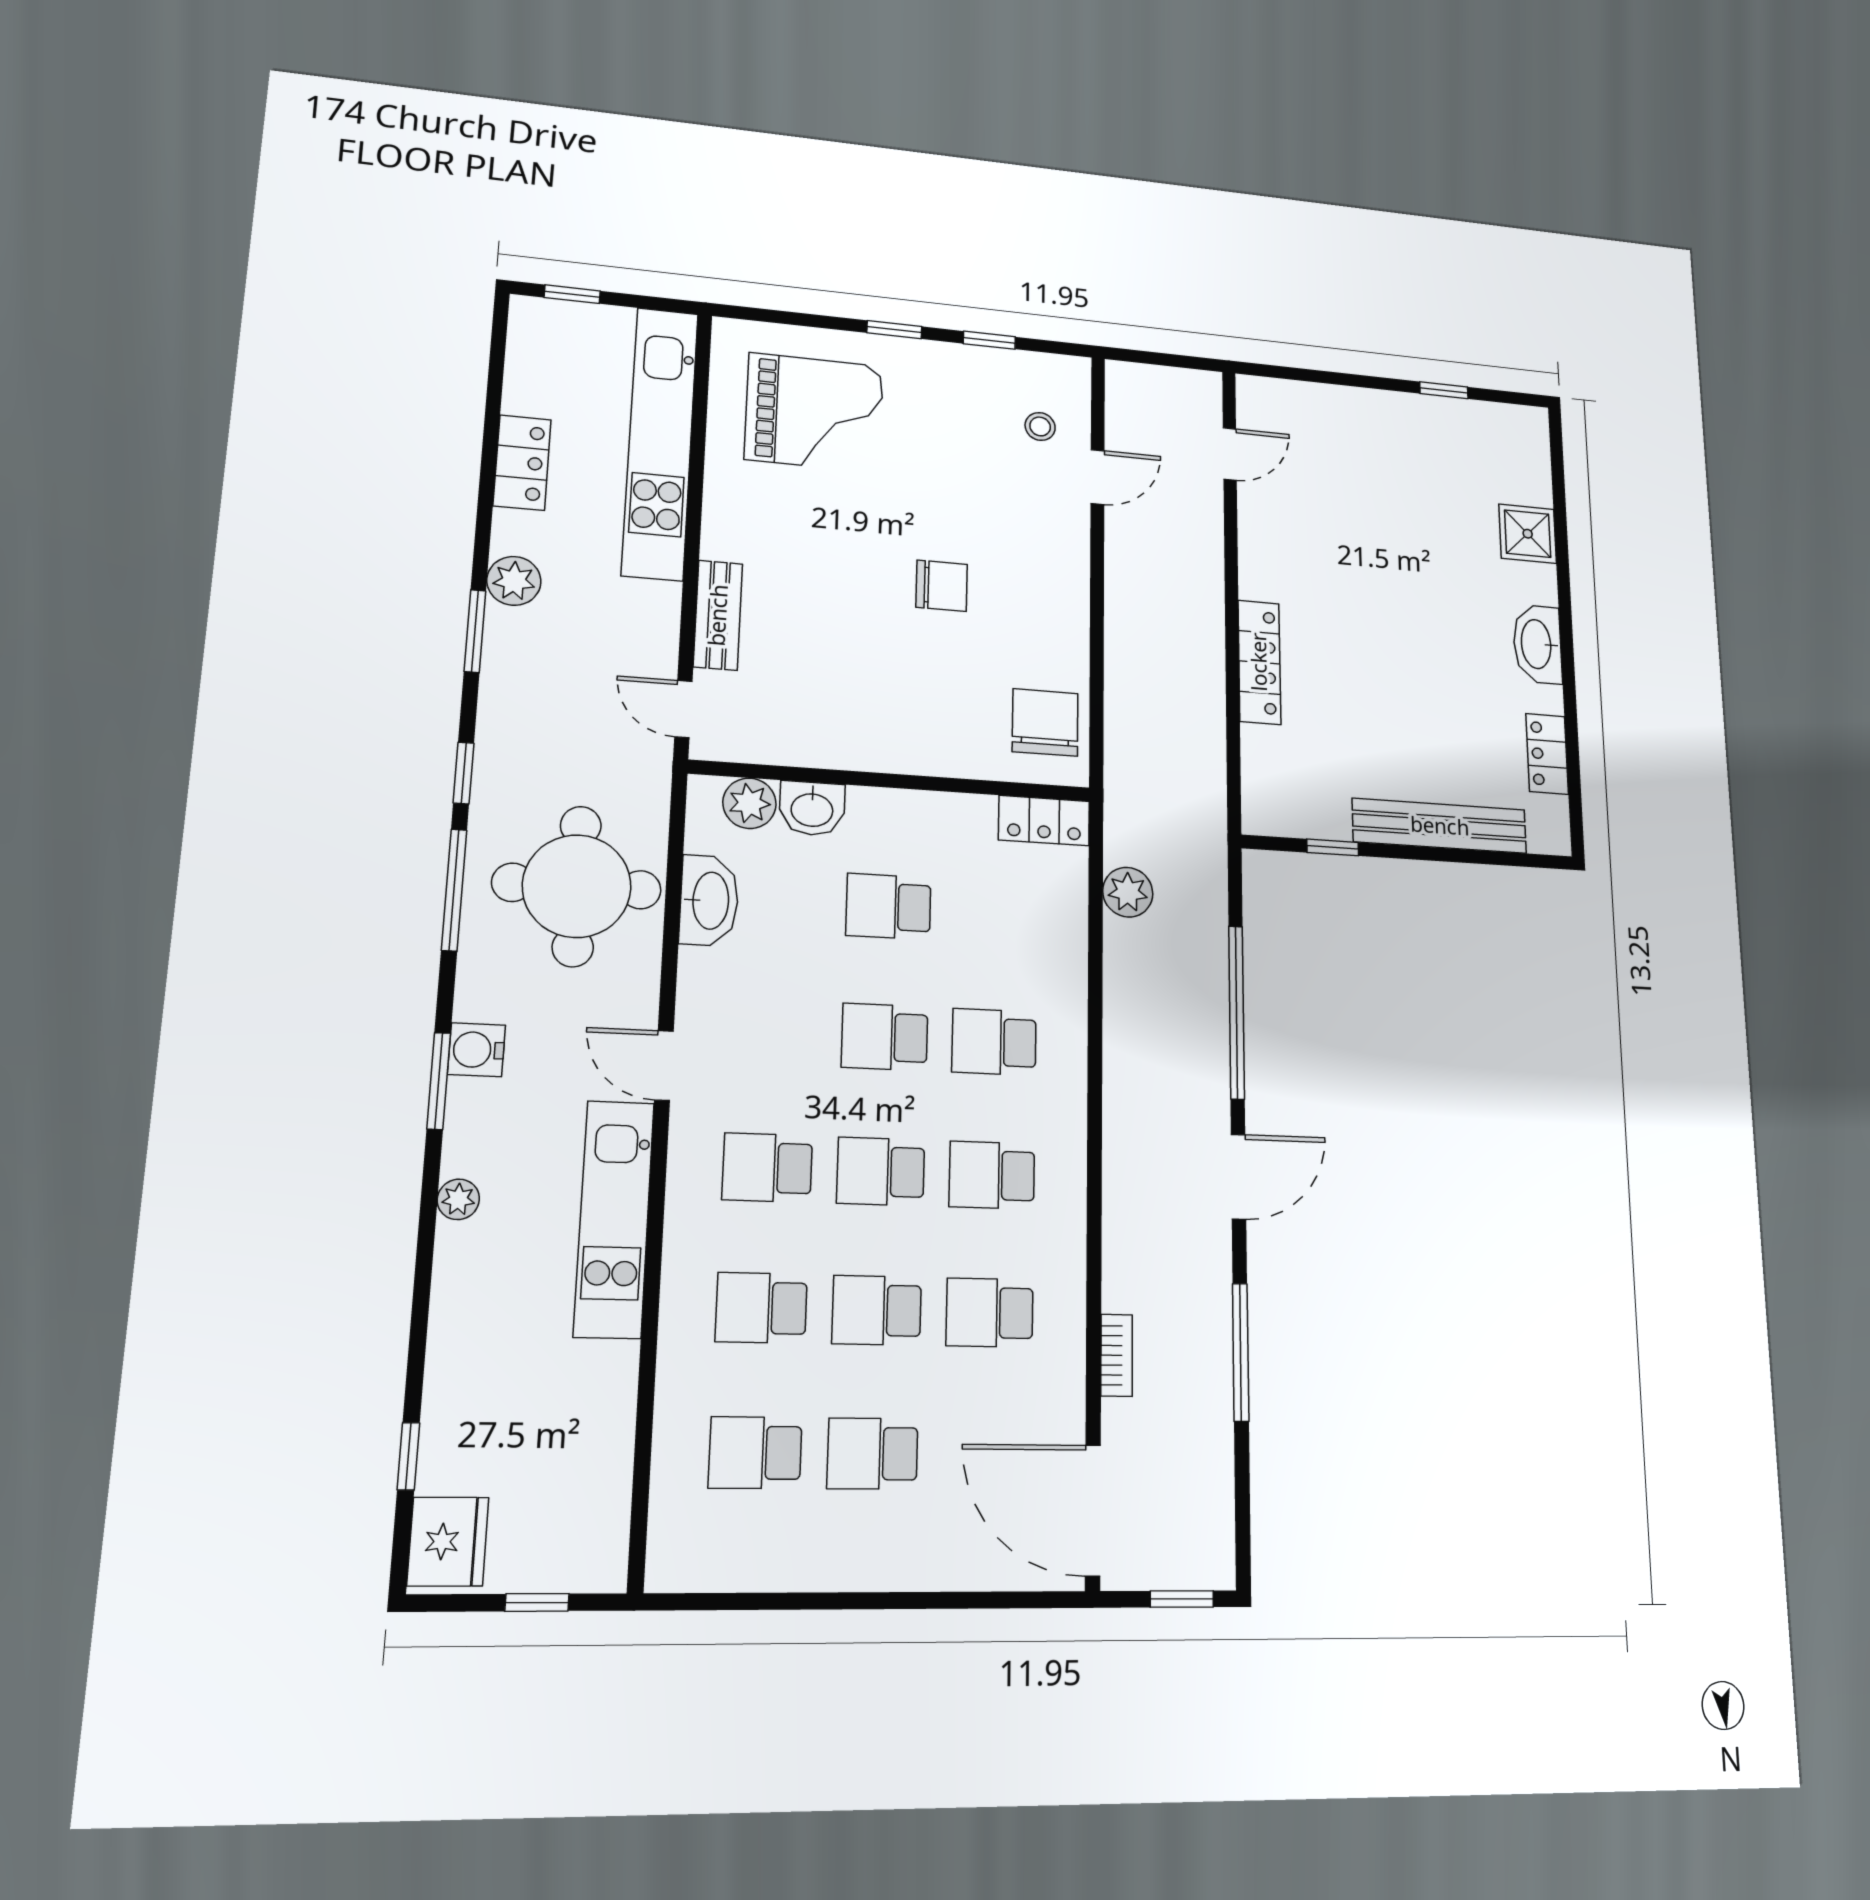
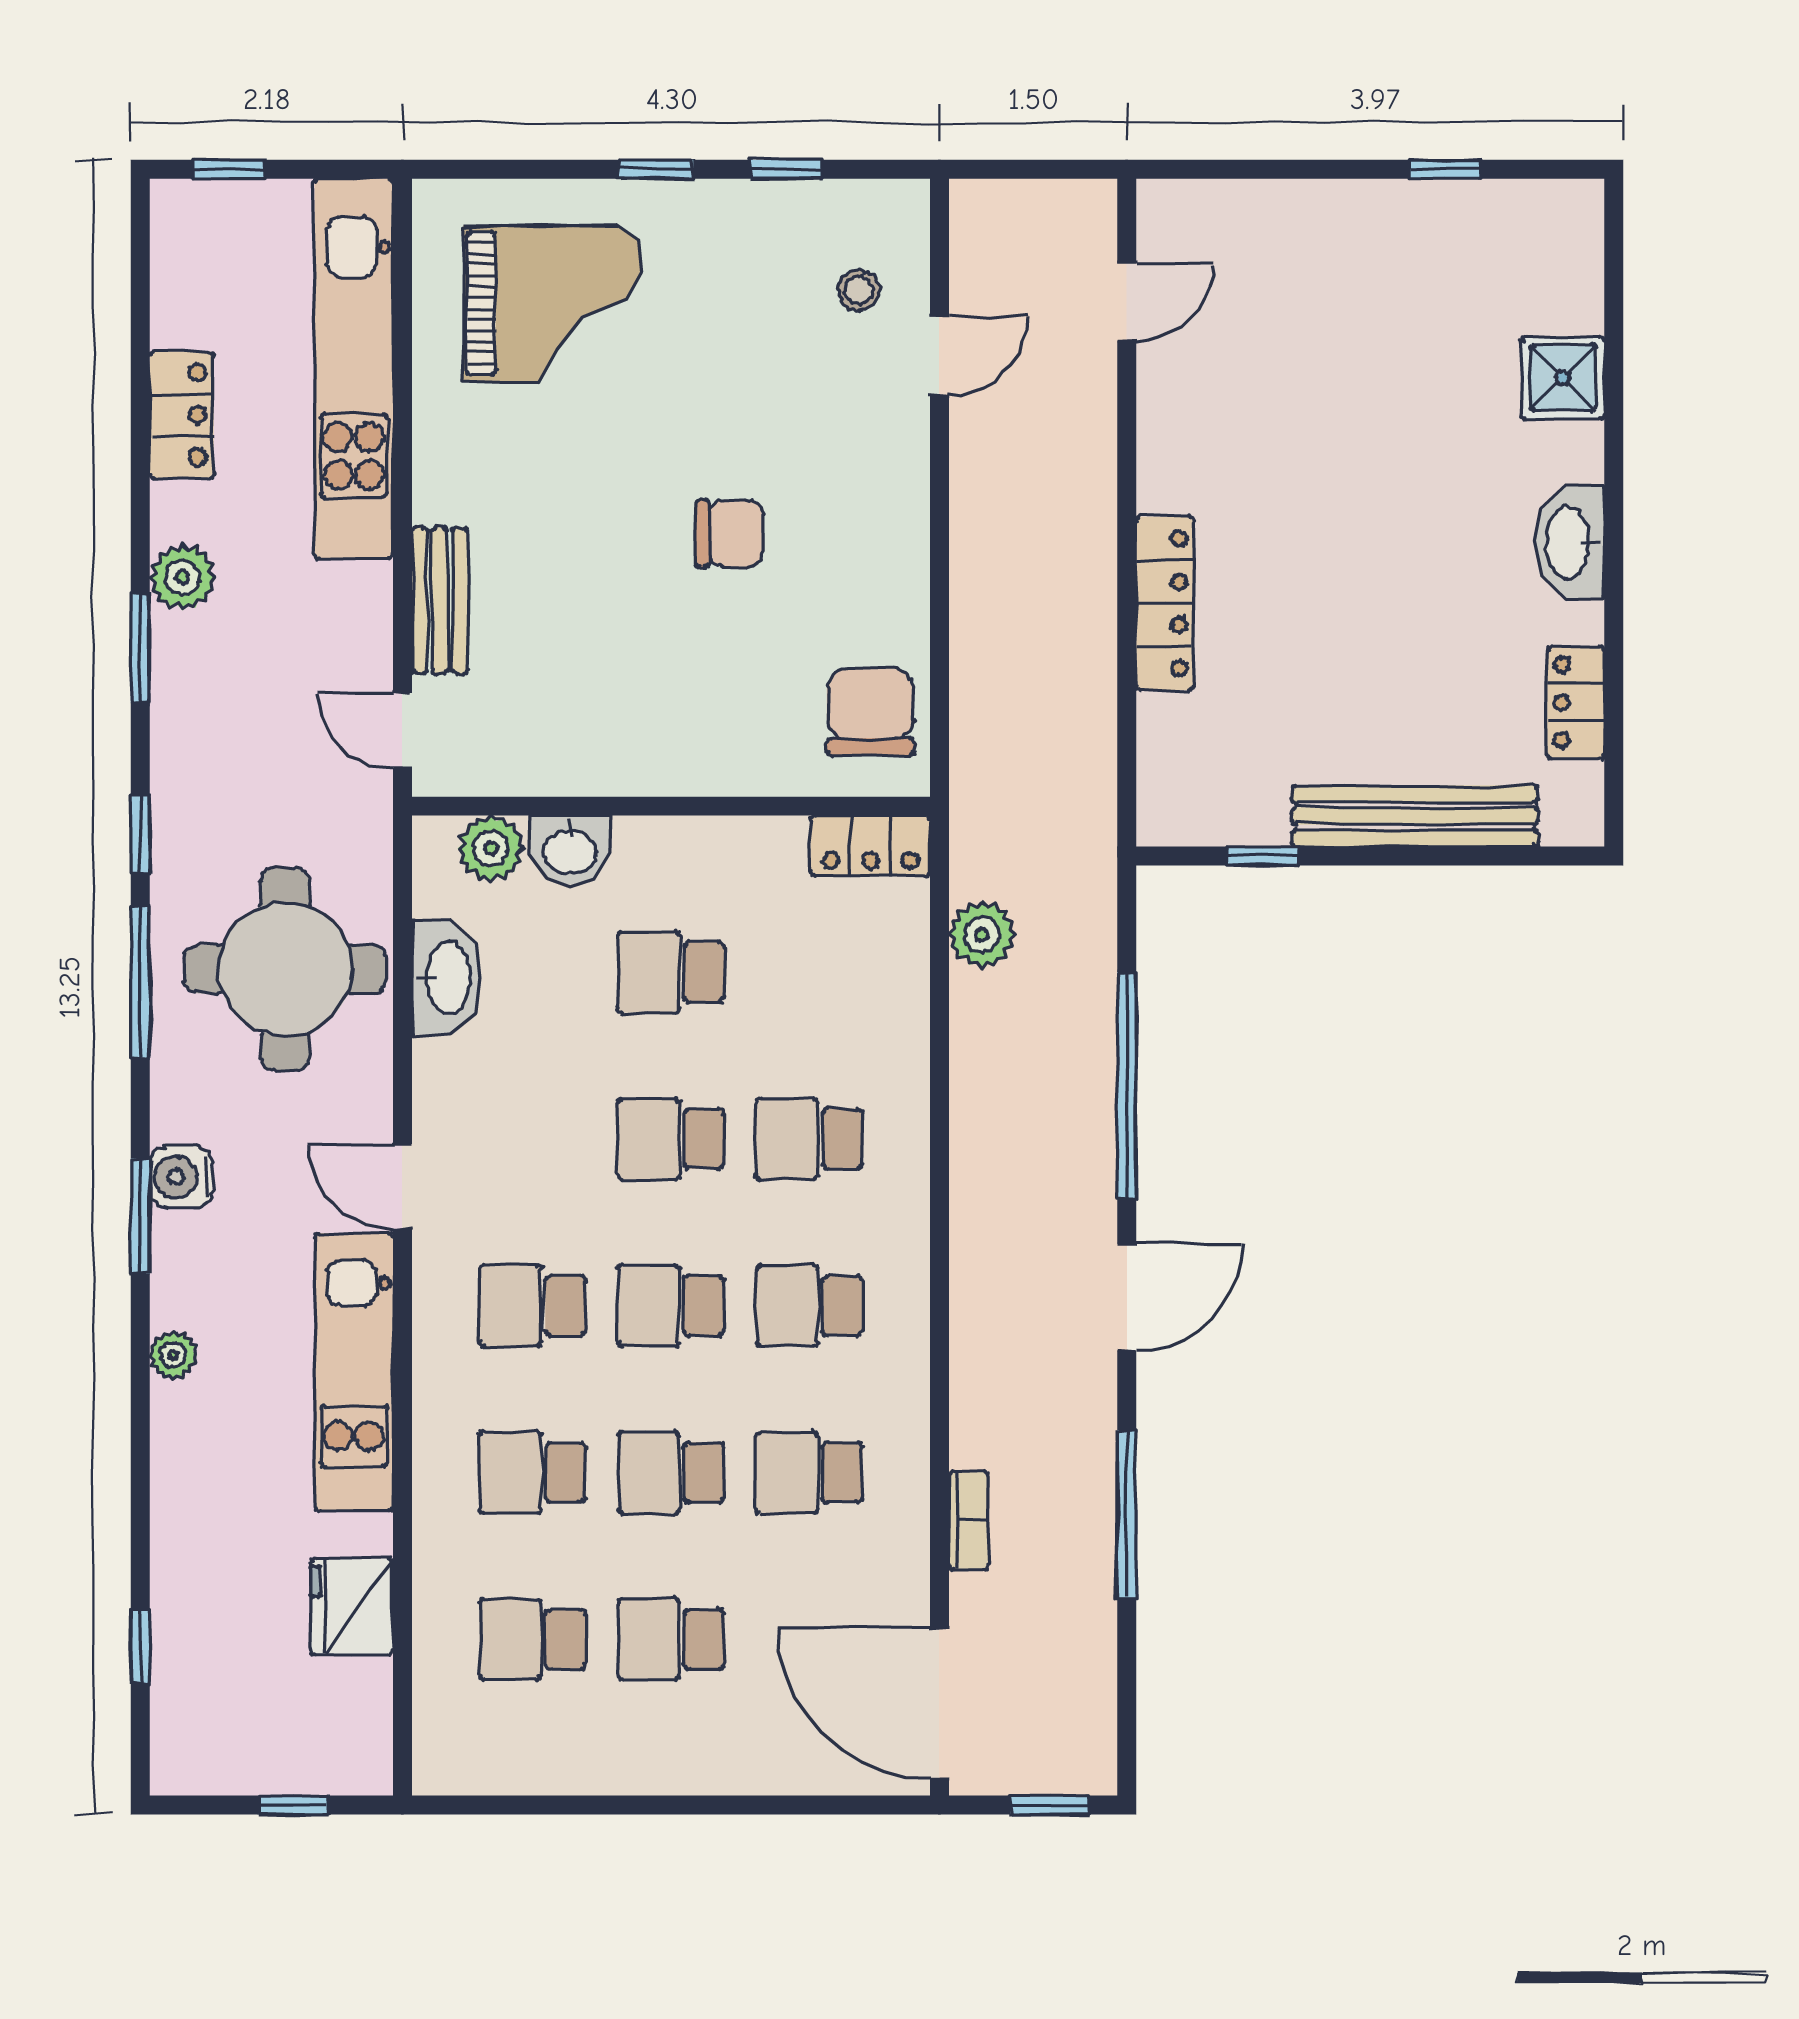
fridge: (448, 1542) -> (352, 1606), moved, turned 180

